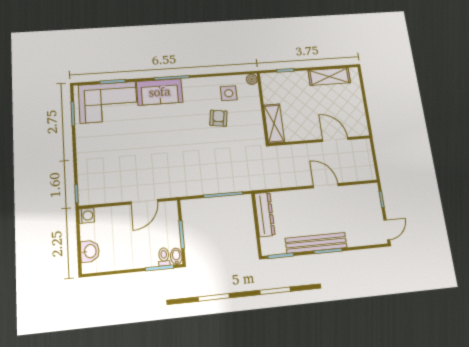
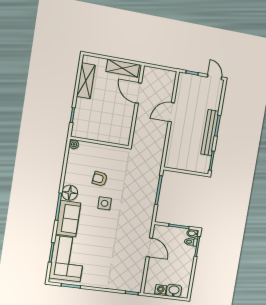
floor lamp: (192, 87) -> (70, 193), added
side table: (229, 93) -> (105, 203), moved
shelving: (274, 123) -> (123, 68), moved
door: (335, 140) -> (138, 93), hinge flipped
dresser: (265, 214) -> (180, 164), removed
washing machine: (87, 216) -> (161, 290), moved

